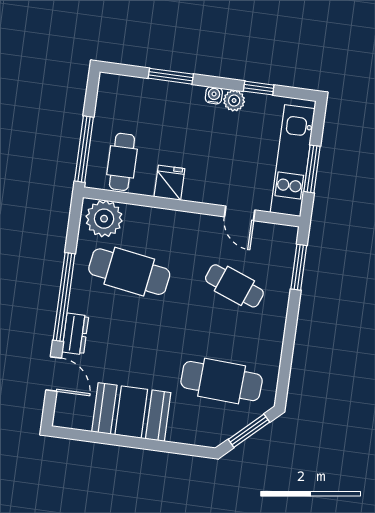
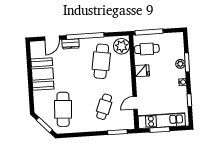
plant: (234, 101) -> (180, 64), moved

